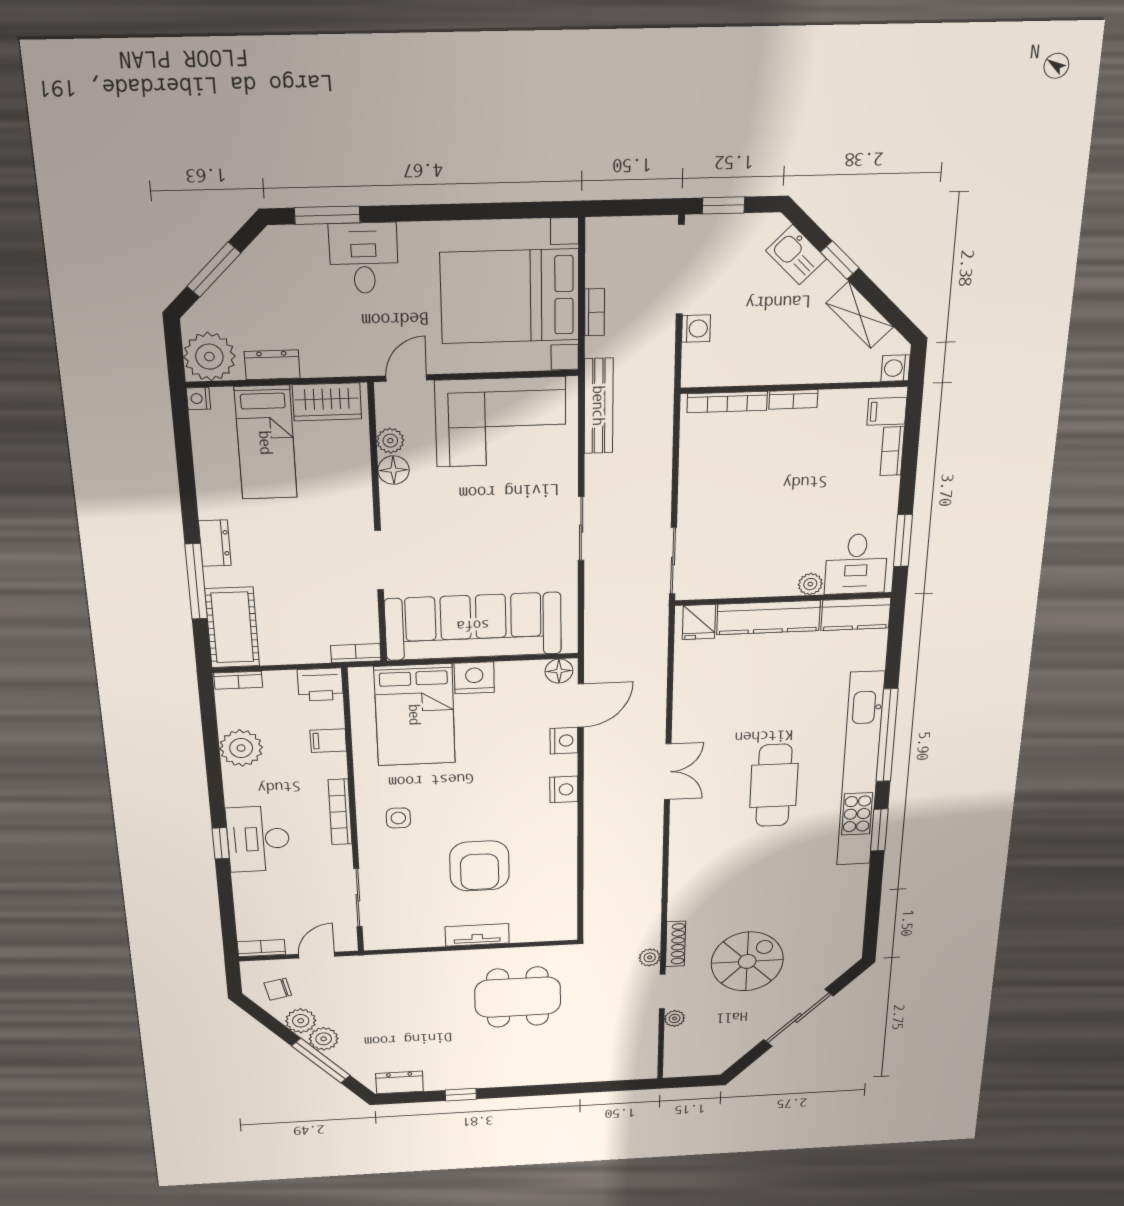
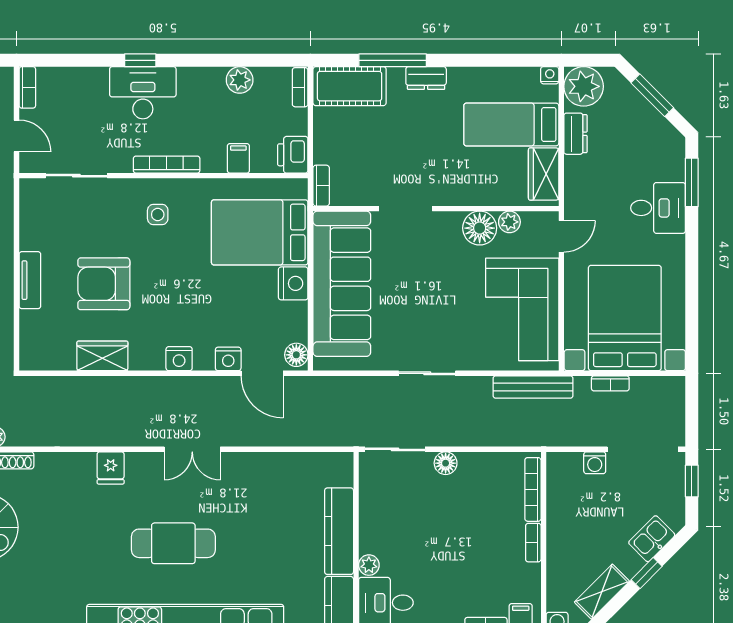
door: (406, 378) -> (561, 236), hinge flipped
floor lamp: (394, 470) -> (480, 228), width x1.38, depth x1.38
floor lamp: (691, 504) -> (446, 463), added
fridge: (699, 622) -> (111, 468), moved, turned -90
plant: (241, 748) -> (240, 80), width x0.73, depth x0.73
wardrobe: (561, 863) -> (102, 356), added

